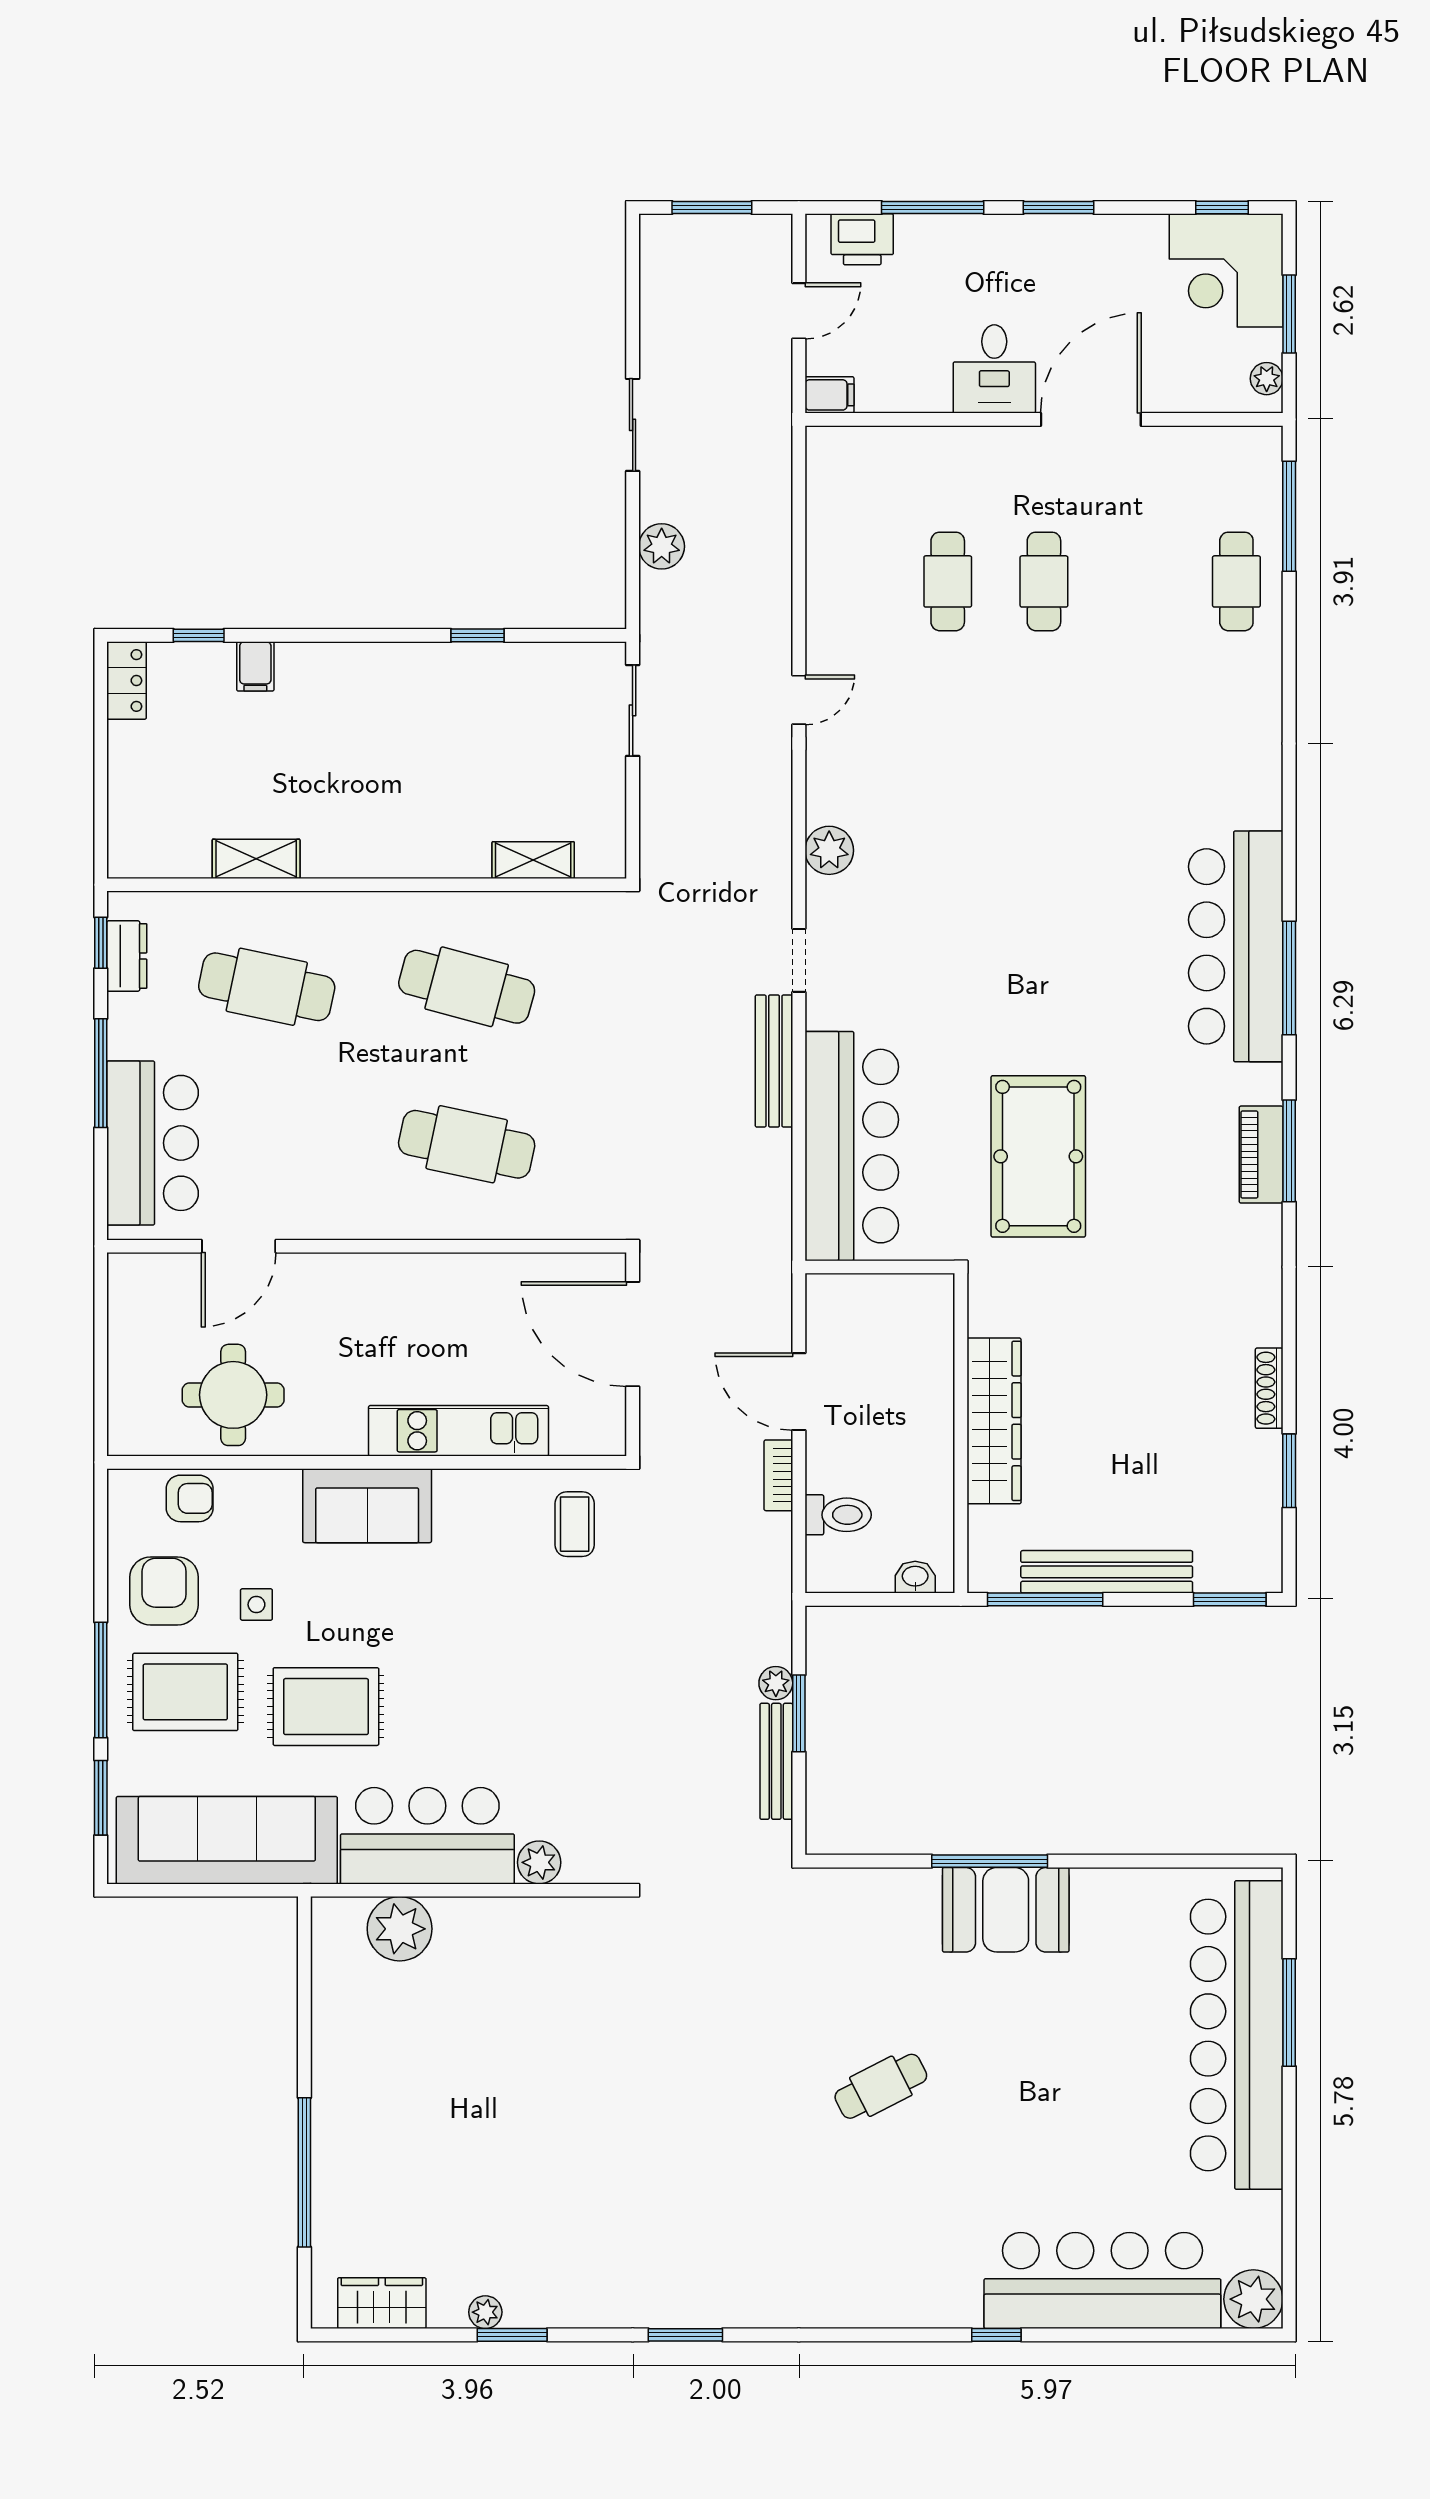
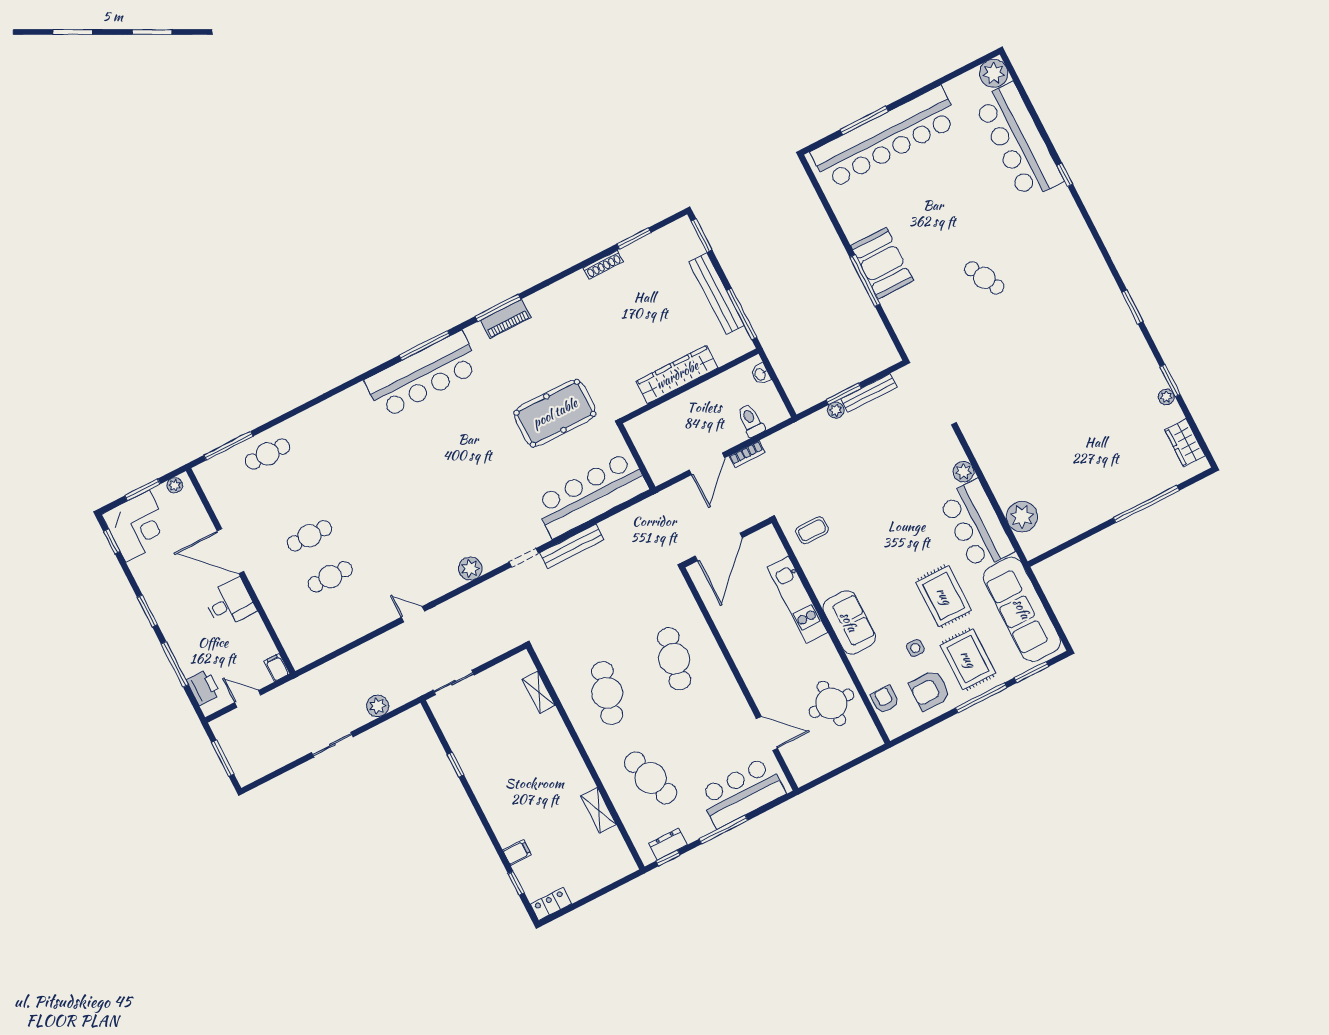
cafe table: (267, 987) -> (651, 778), turned -30

